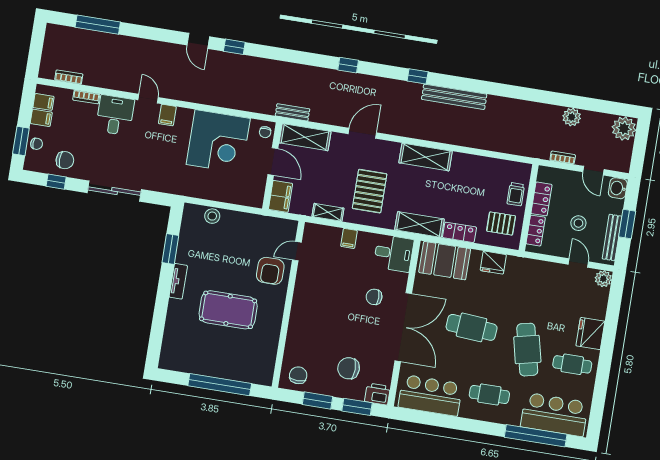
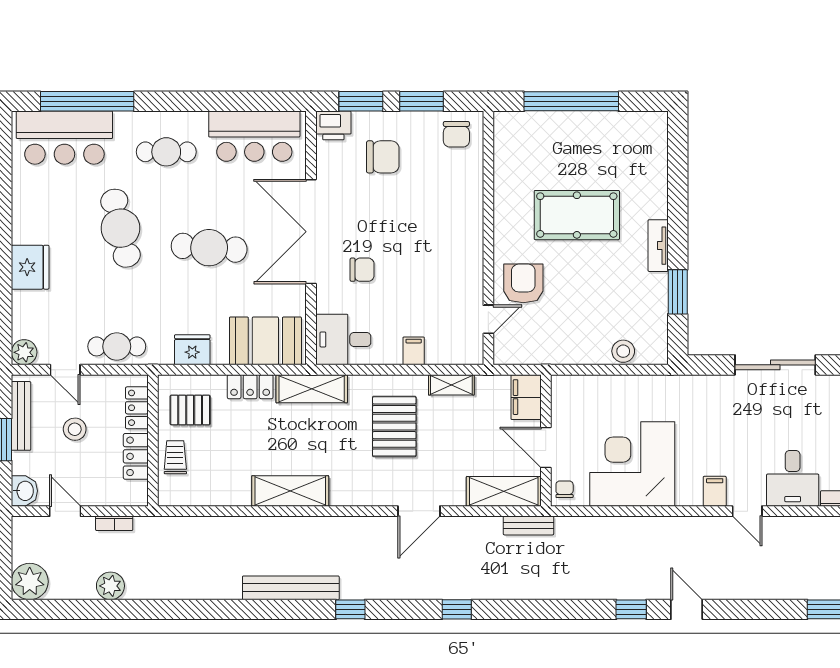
shelving: (426, 157) -> (290, 491), moved
cafe table: (572, 364) -> (117, 346), moved

